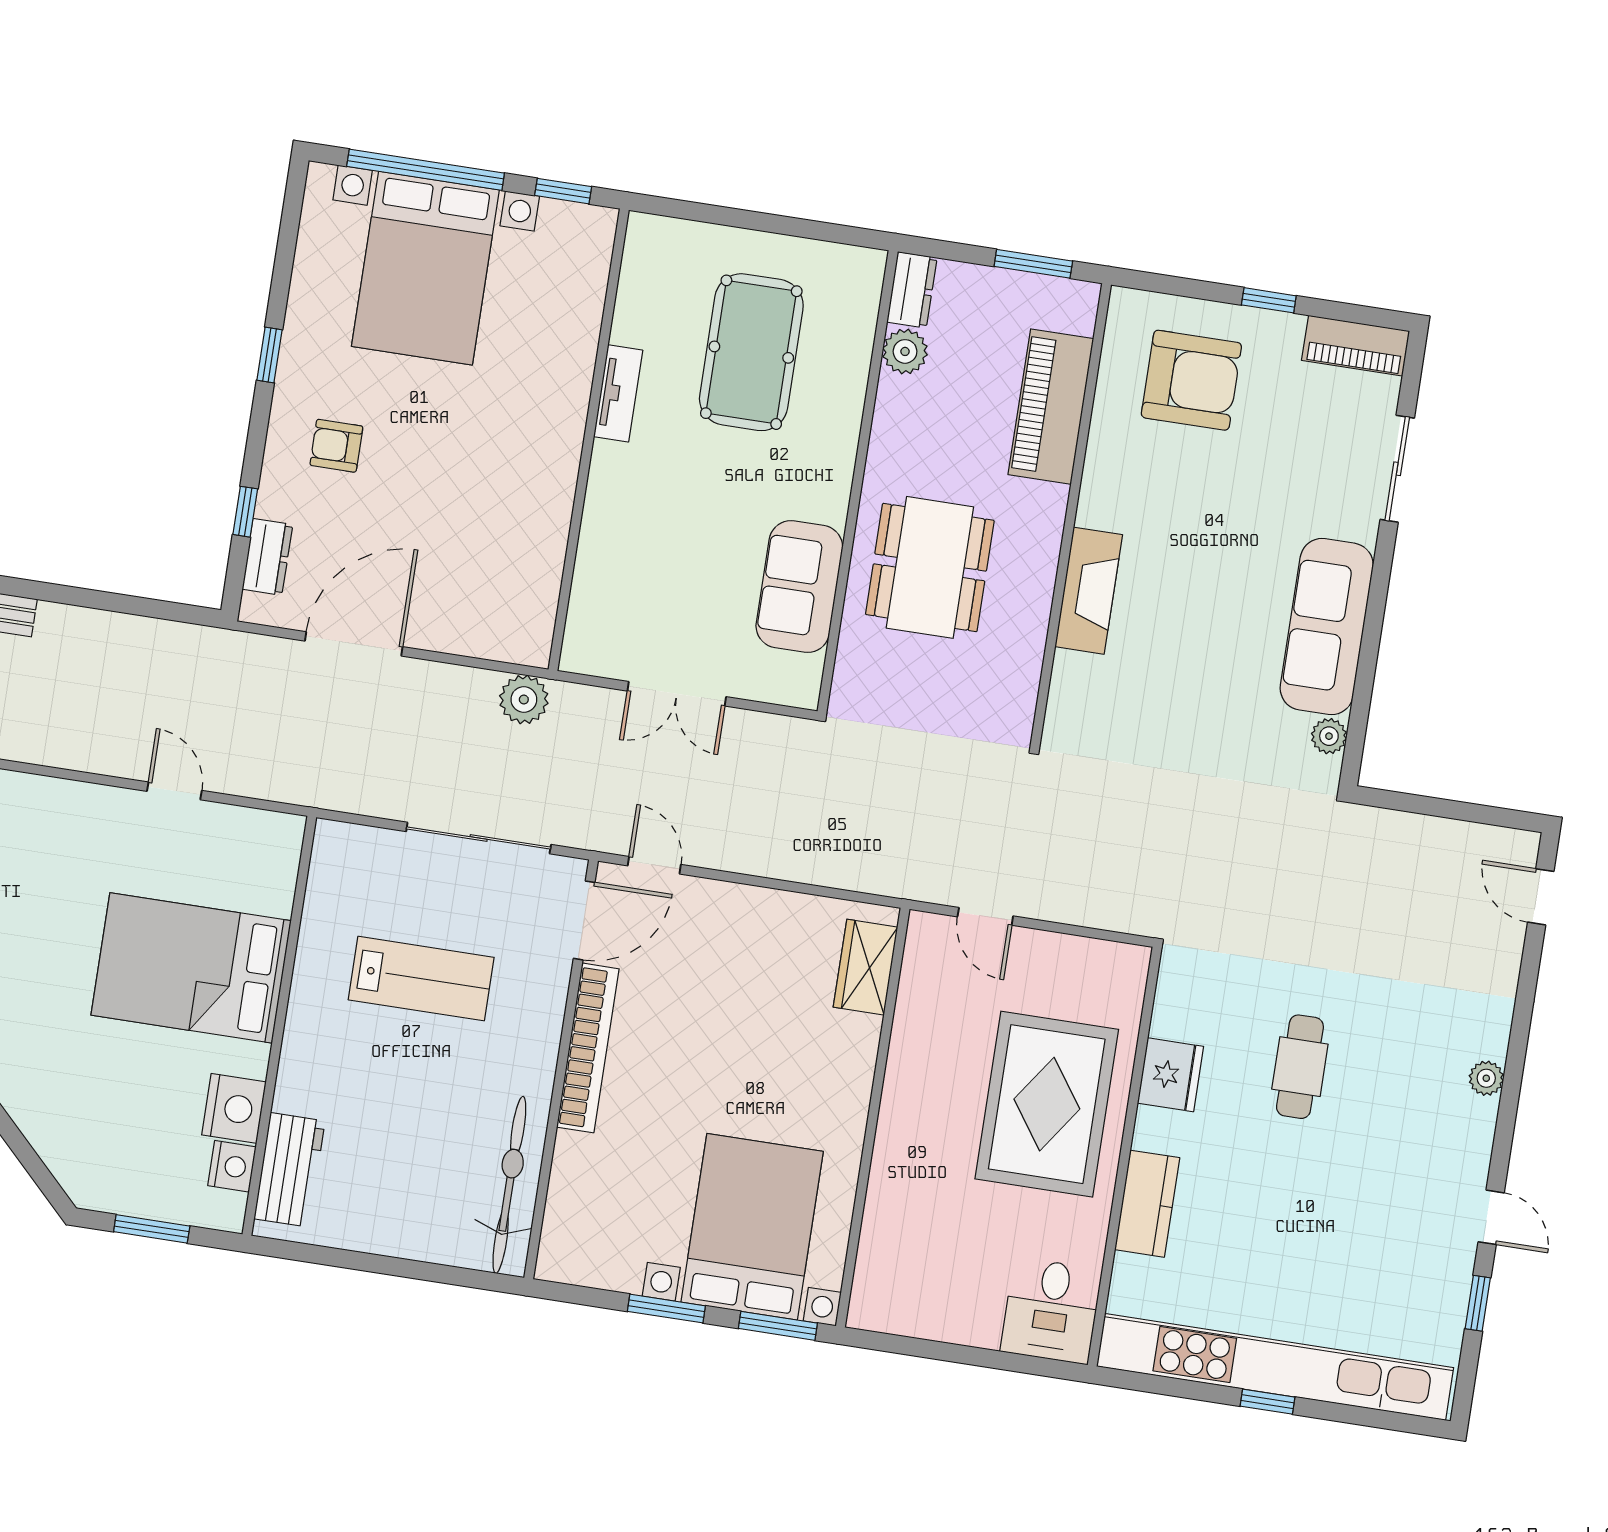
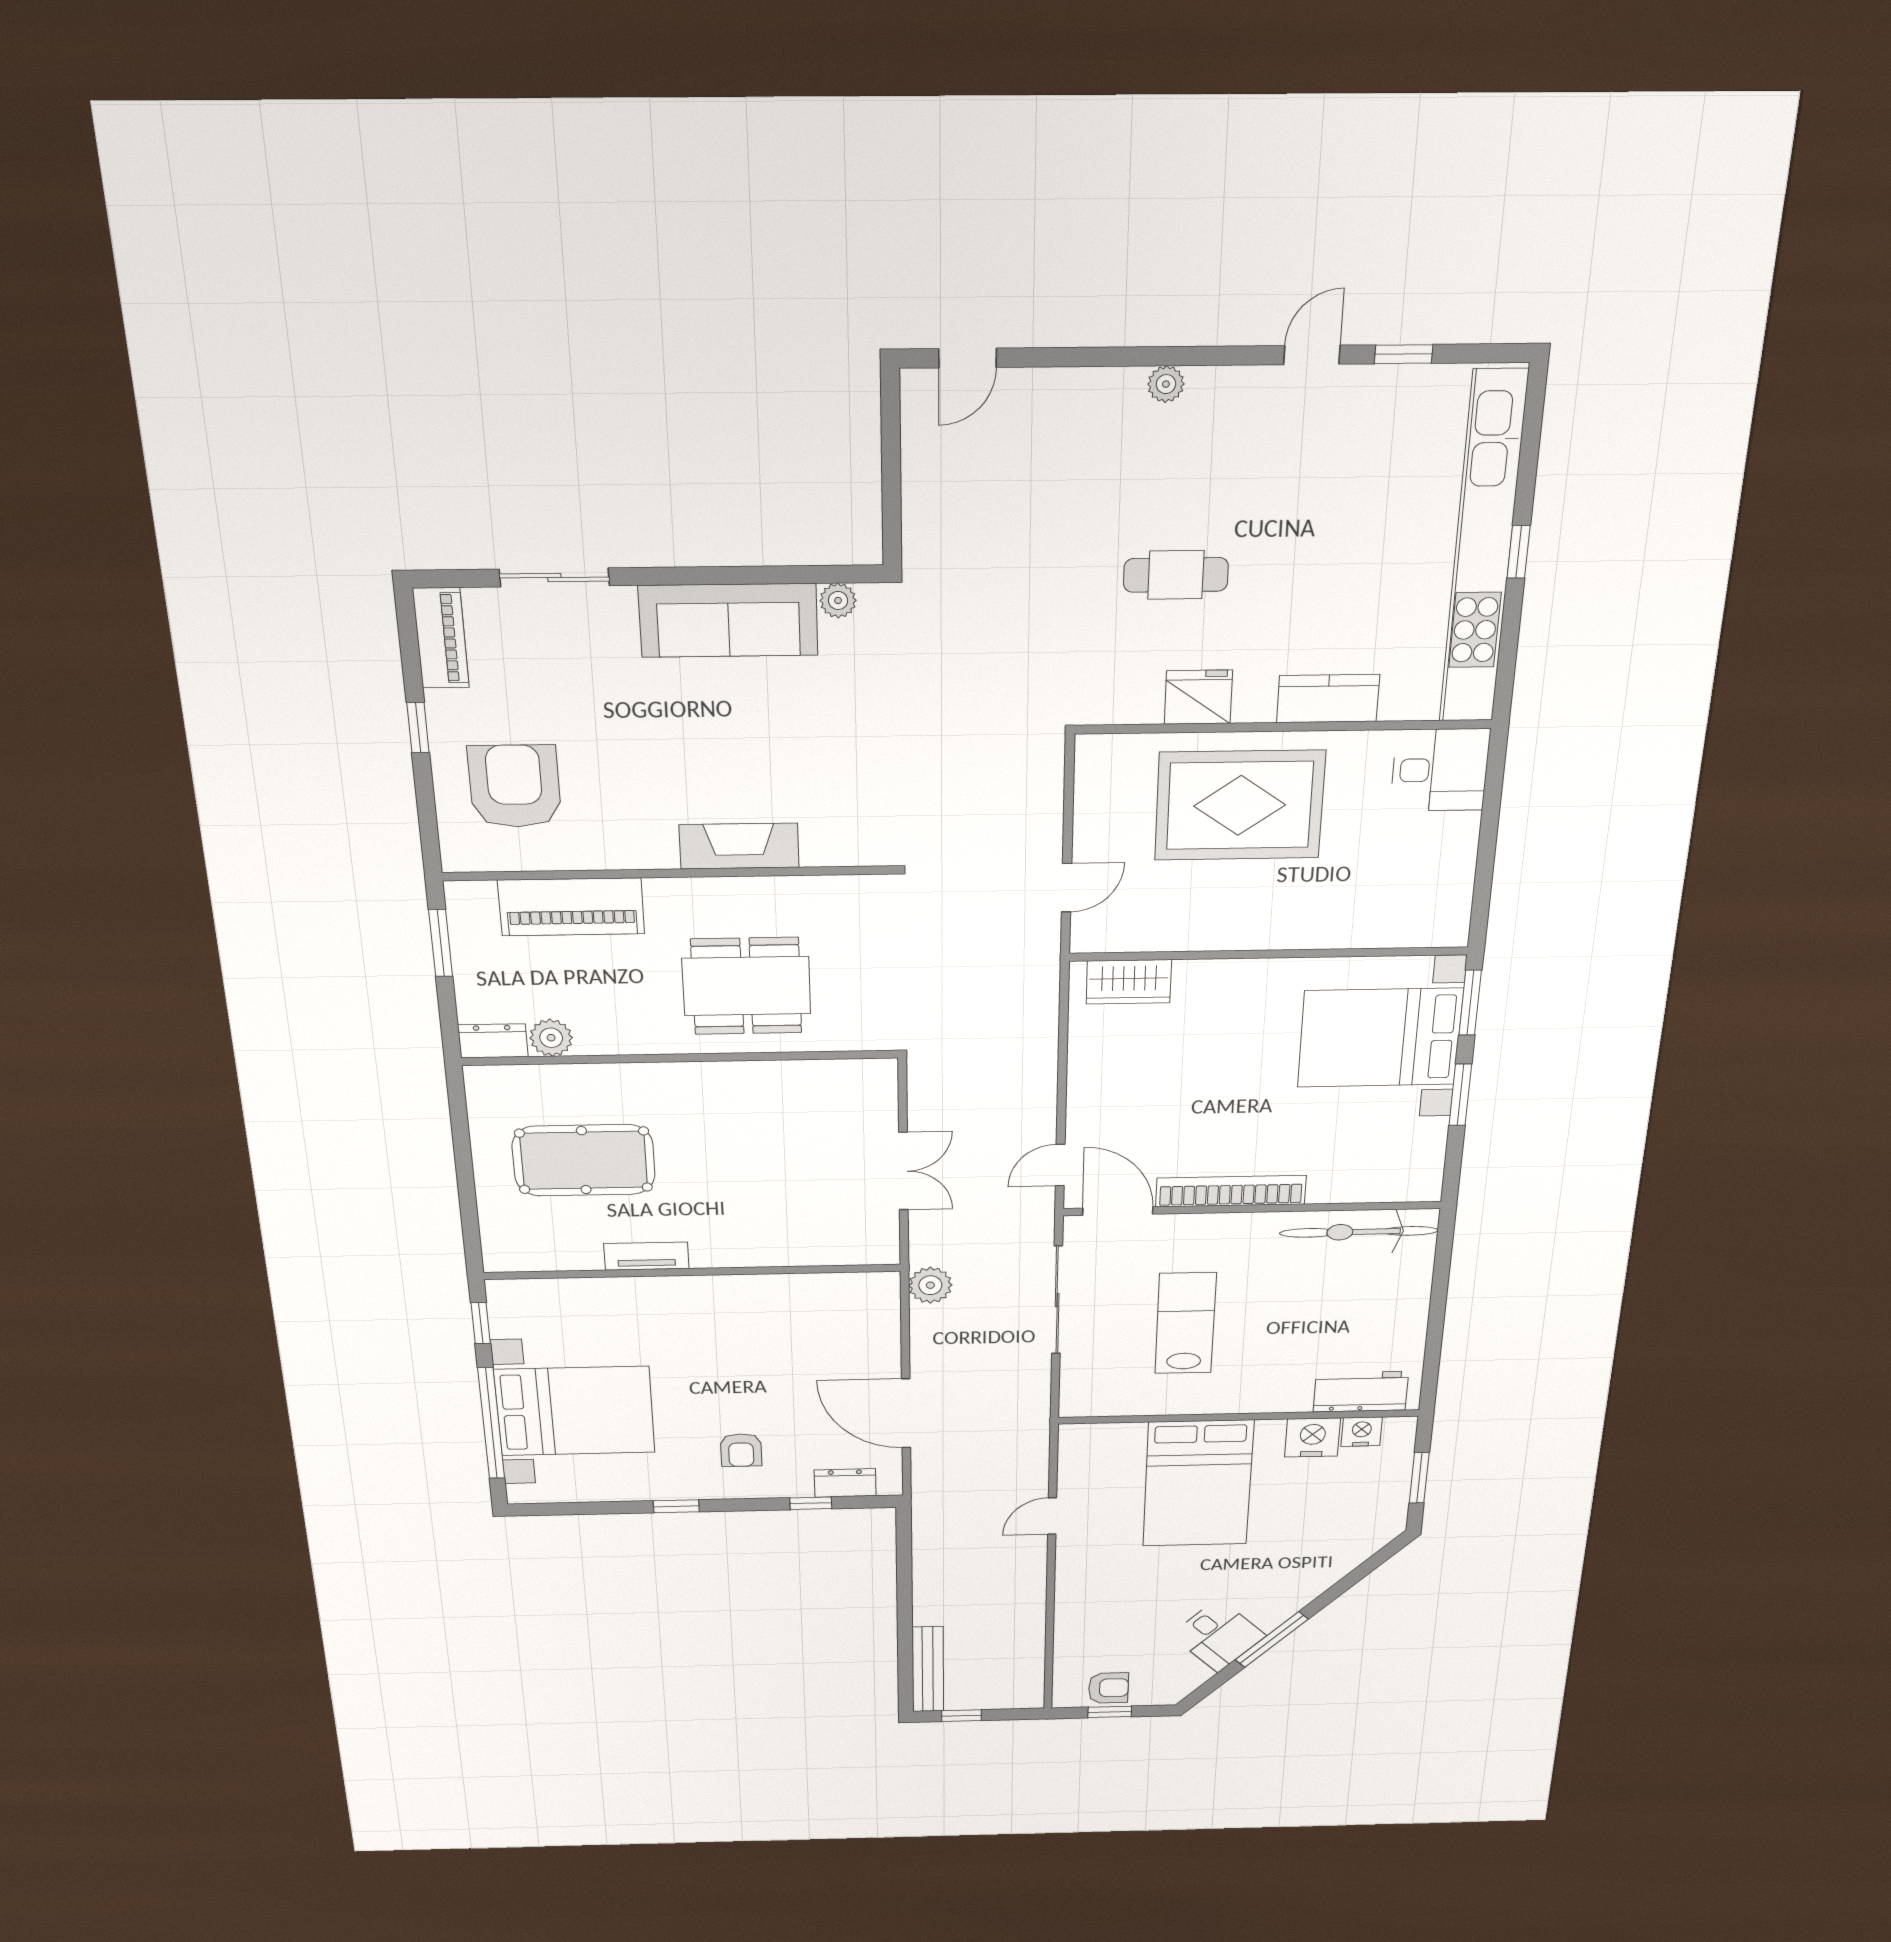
sofa: (799, 587) -> (787, 1090), removed

